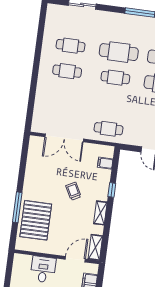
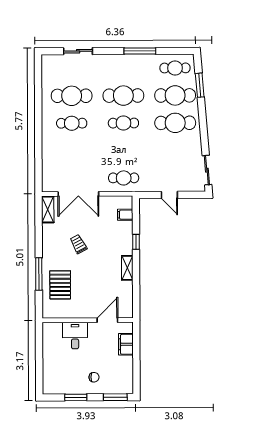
cafe table: (71, 46) -> (72, 96), width x1.37, depth x1.35
trolley: (73, 191) -> (78, 244), moved
pallet: (36, 220) -> (60, 285), width x0.73, depth x0.71
shelving: (95, 247) -> (48, 209), moved

